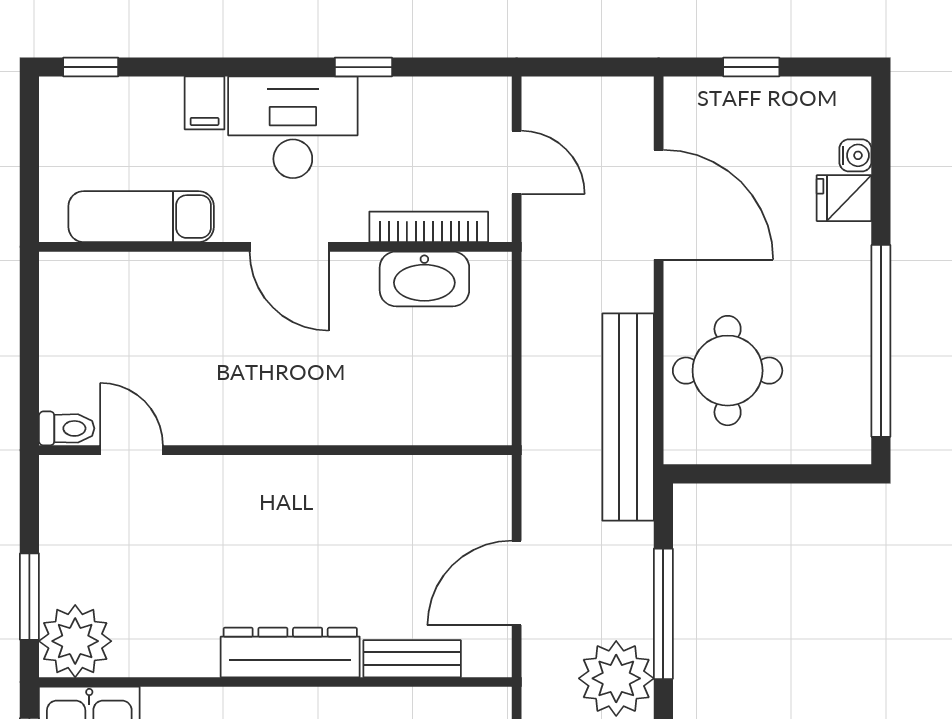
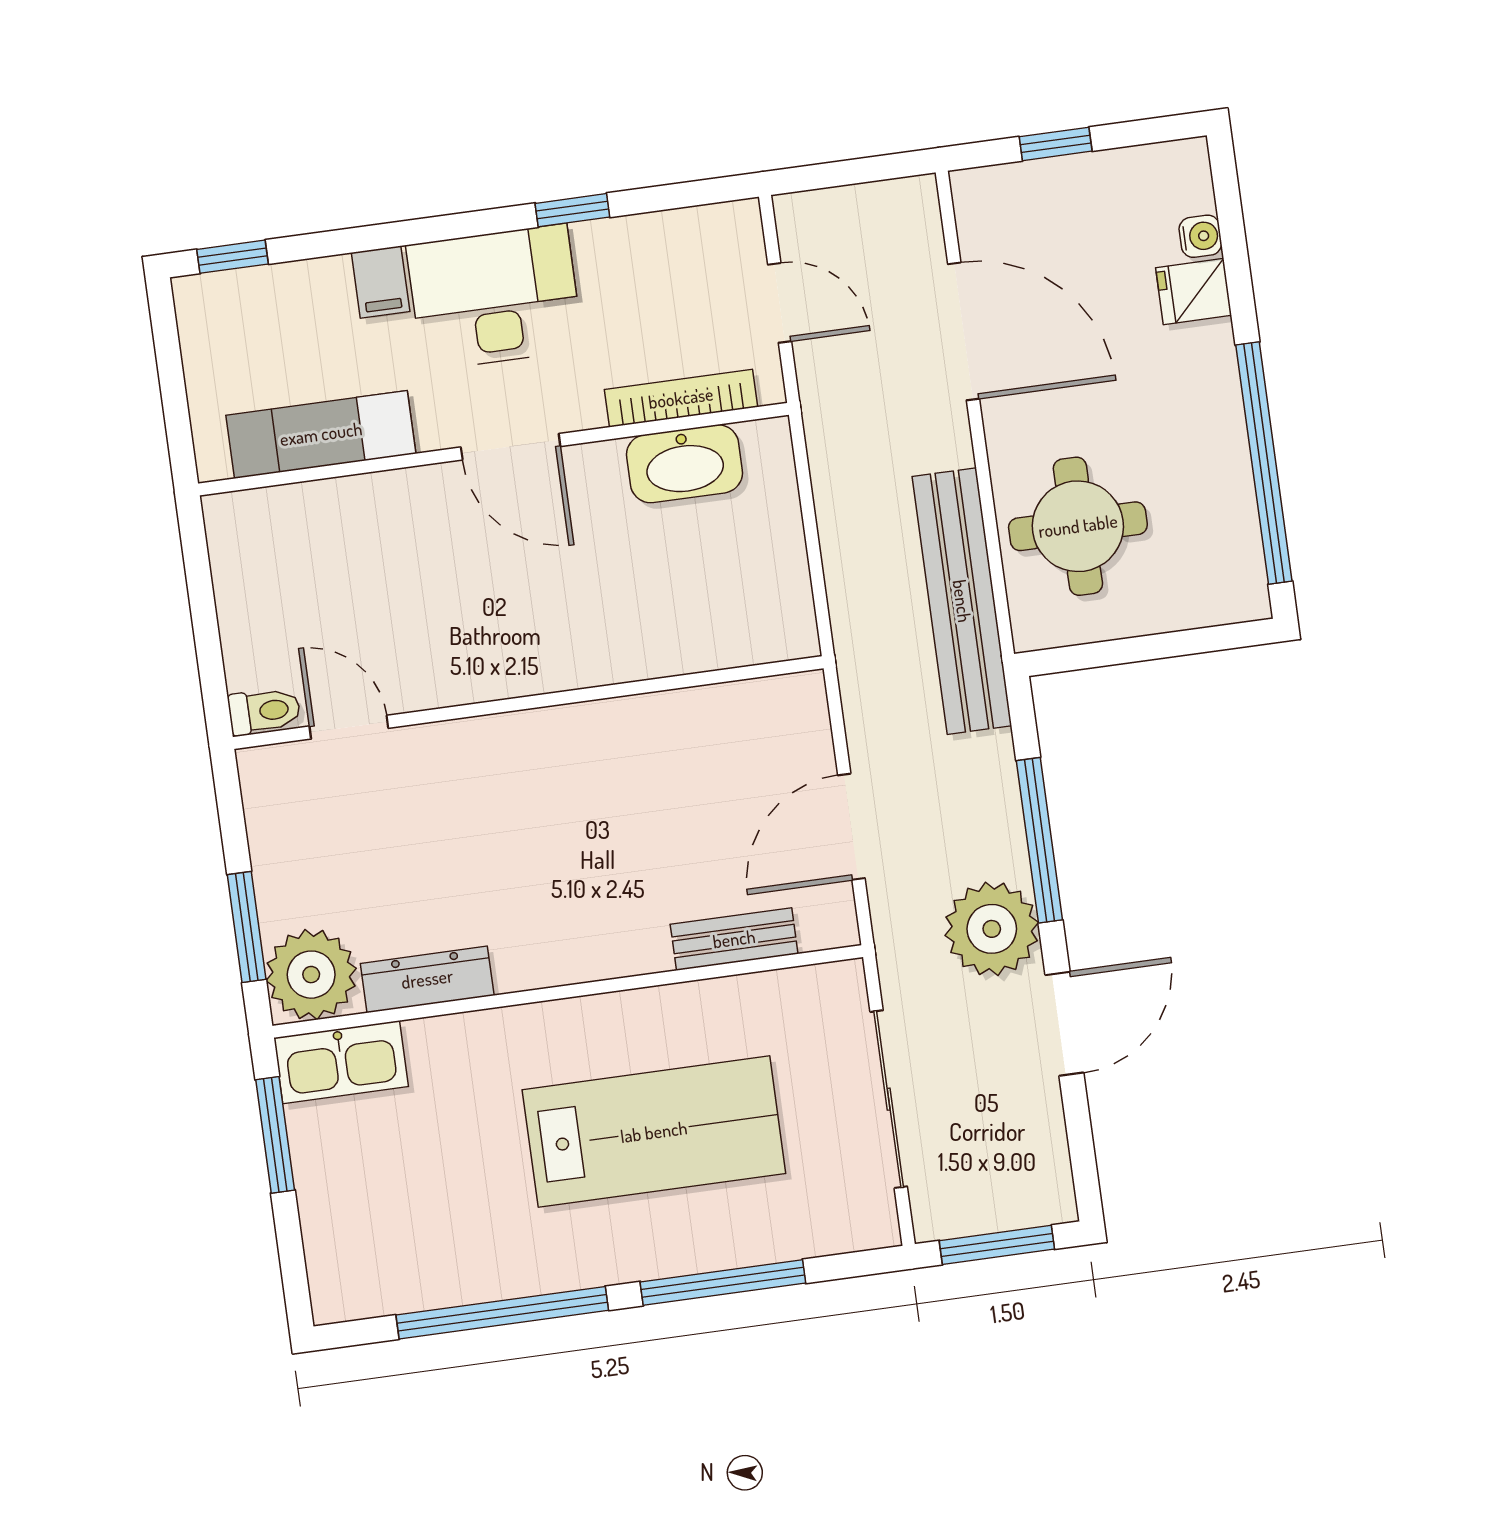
dresser: (290, 652) -> (427, 979), moved, width x0.73, depth x0.80

